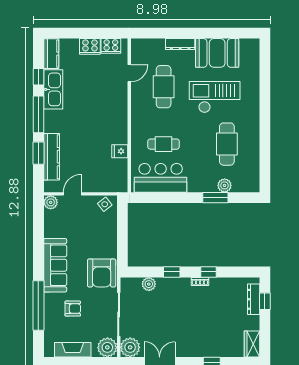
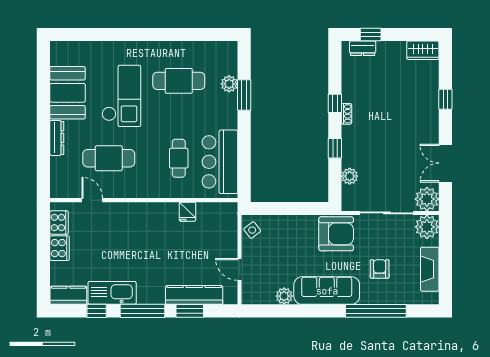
checkout: (215, 97) -> (121, 96), turned 180
plant: (51, 202) -> (284, 296), moved
dresser: (254, 299) -> (363, 48), width x0.70

